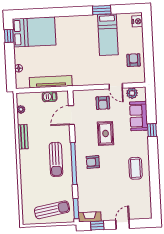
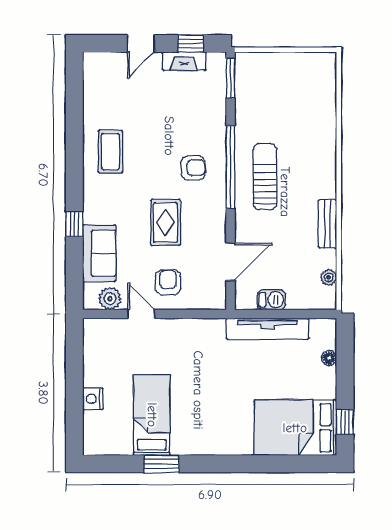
nightstand: (137, 21) -> (93, 399), moved
armchair: (134, 60) -> (104, 363), removed
sun lounger: (52, 210) -> (277, 78), removed
fireplace: (90, 217) -> (184, 61), moved

